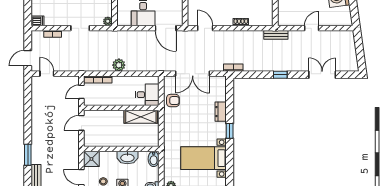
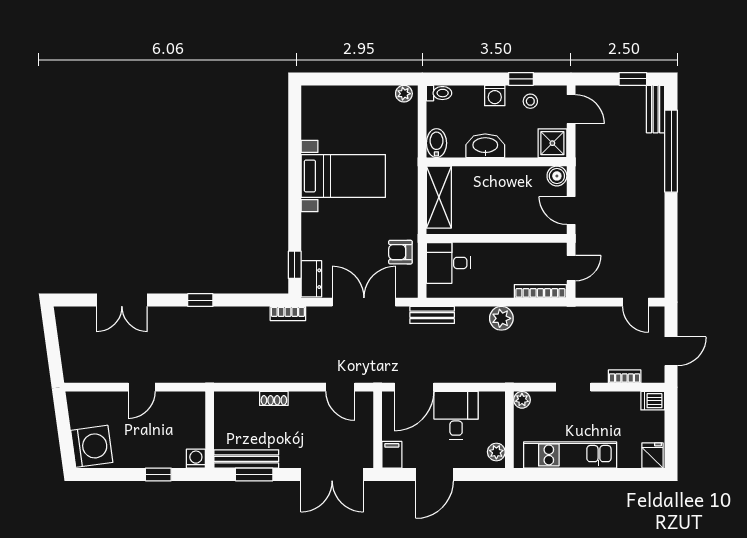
door: (166, 28) -> (414, 387), swing flipped
bench: (276, 35) -> (432, 315), moved
door: (28, 58) -> (671, 351), moved
dresser: (221, 112) -> (311, 279), moved
shelving: (141, 117) -> (439, 197), moved, turned 90
door: (81, 123) -> (571, 210), swing flipped
window: (230, 131) -> (295, 265), moved
boiler: (89, 141) -> (557, 176), added
window: (28, 155) -> (671, 151), width x2.11
bed with nightstands: (204, 158) -> (343, 176), moved

